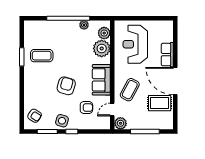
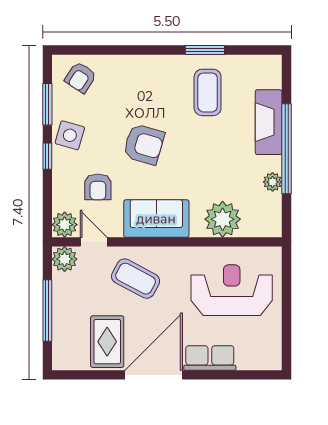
fireplace: (56, 27) -> (269, 122), added
plant: (104, 33) -> (65, 225), moved

